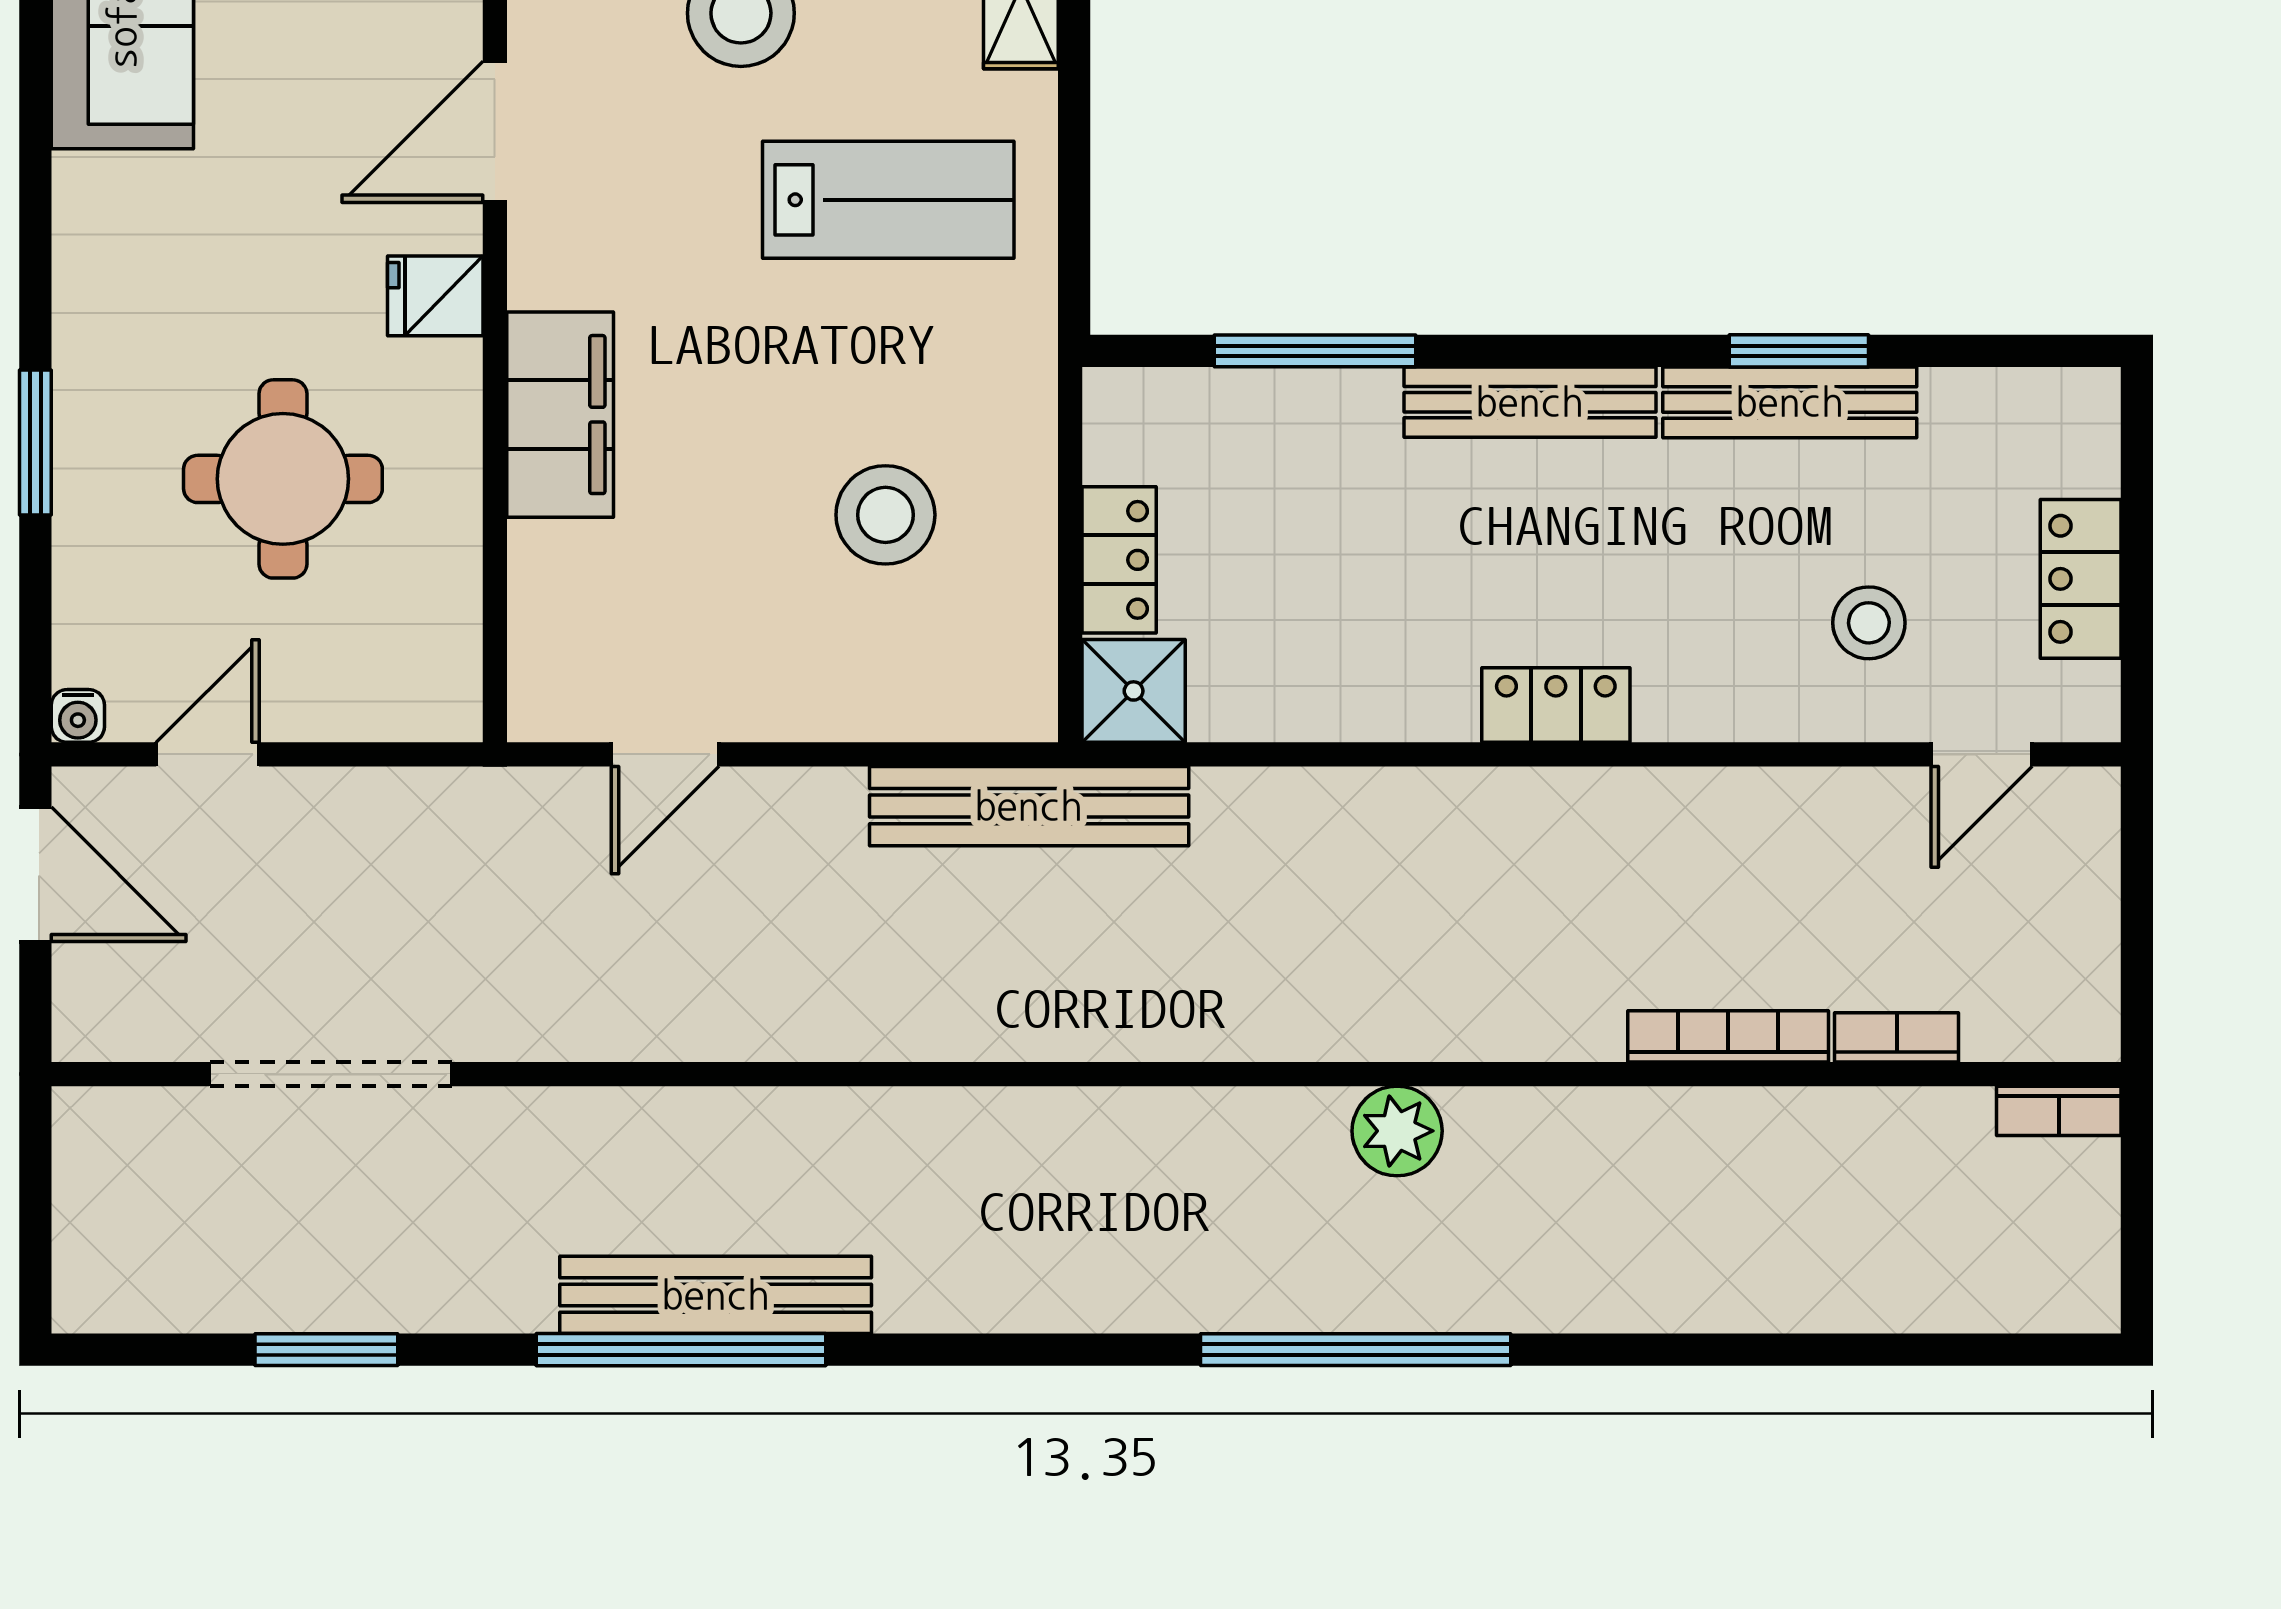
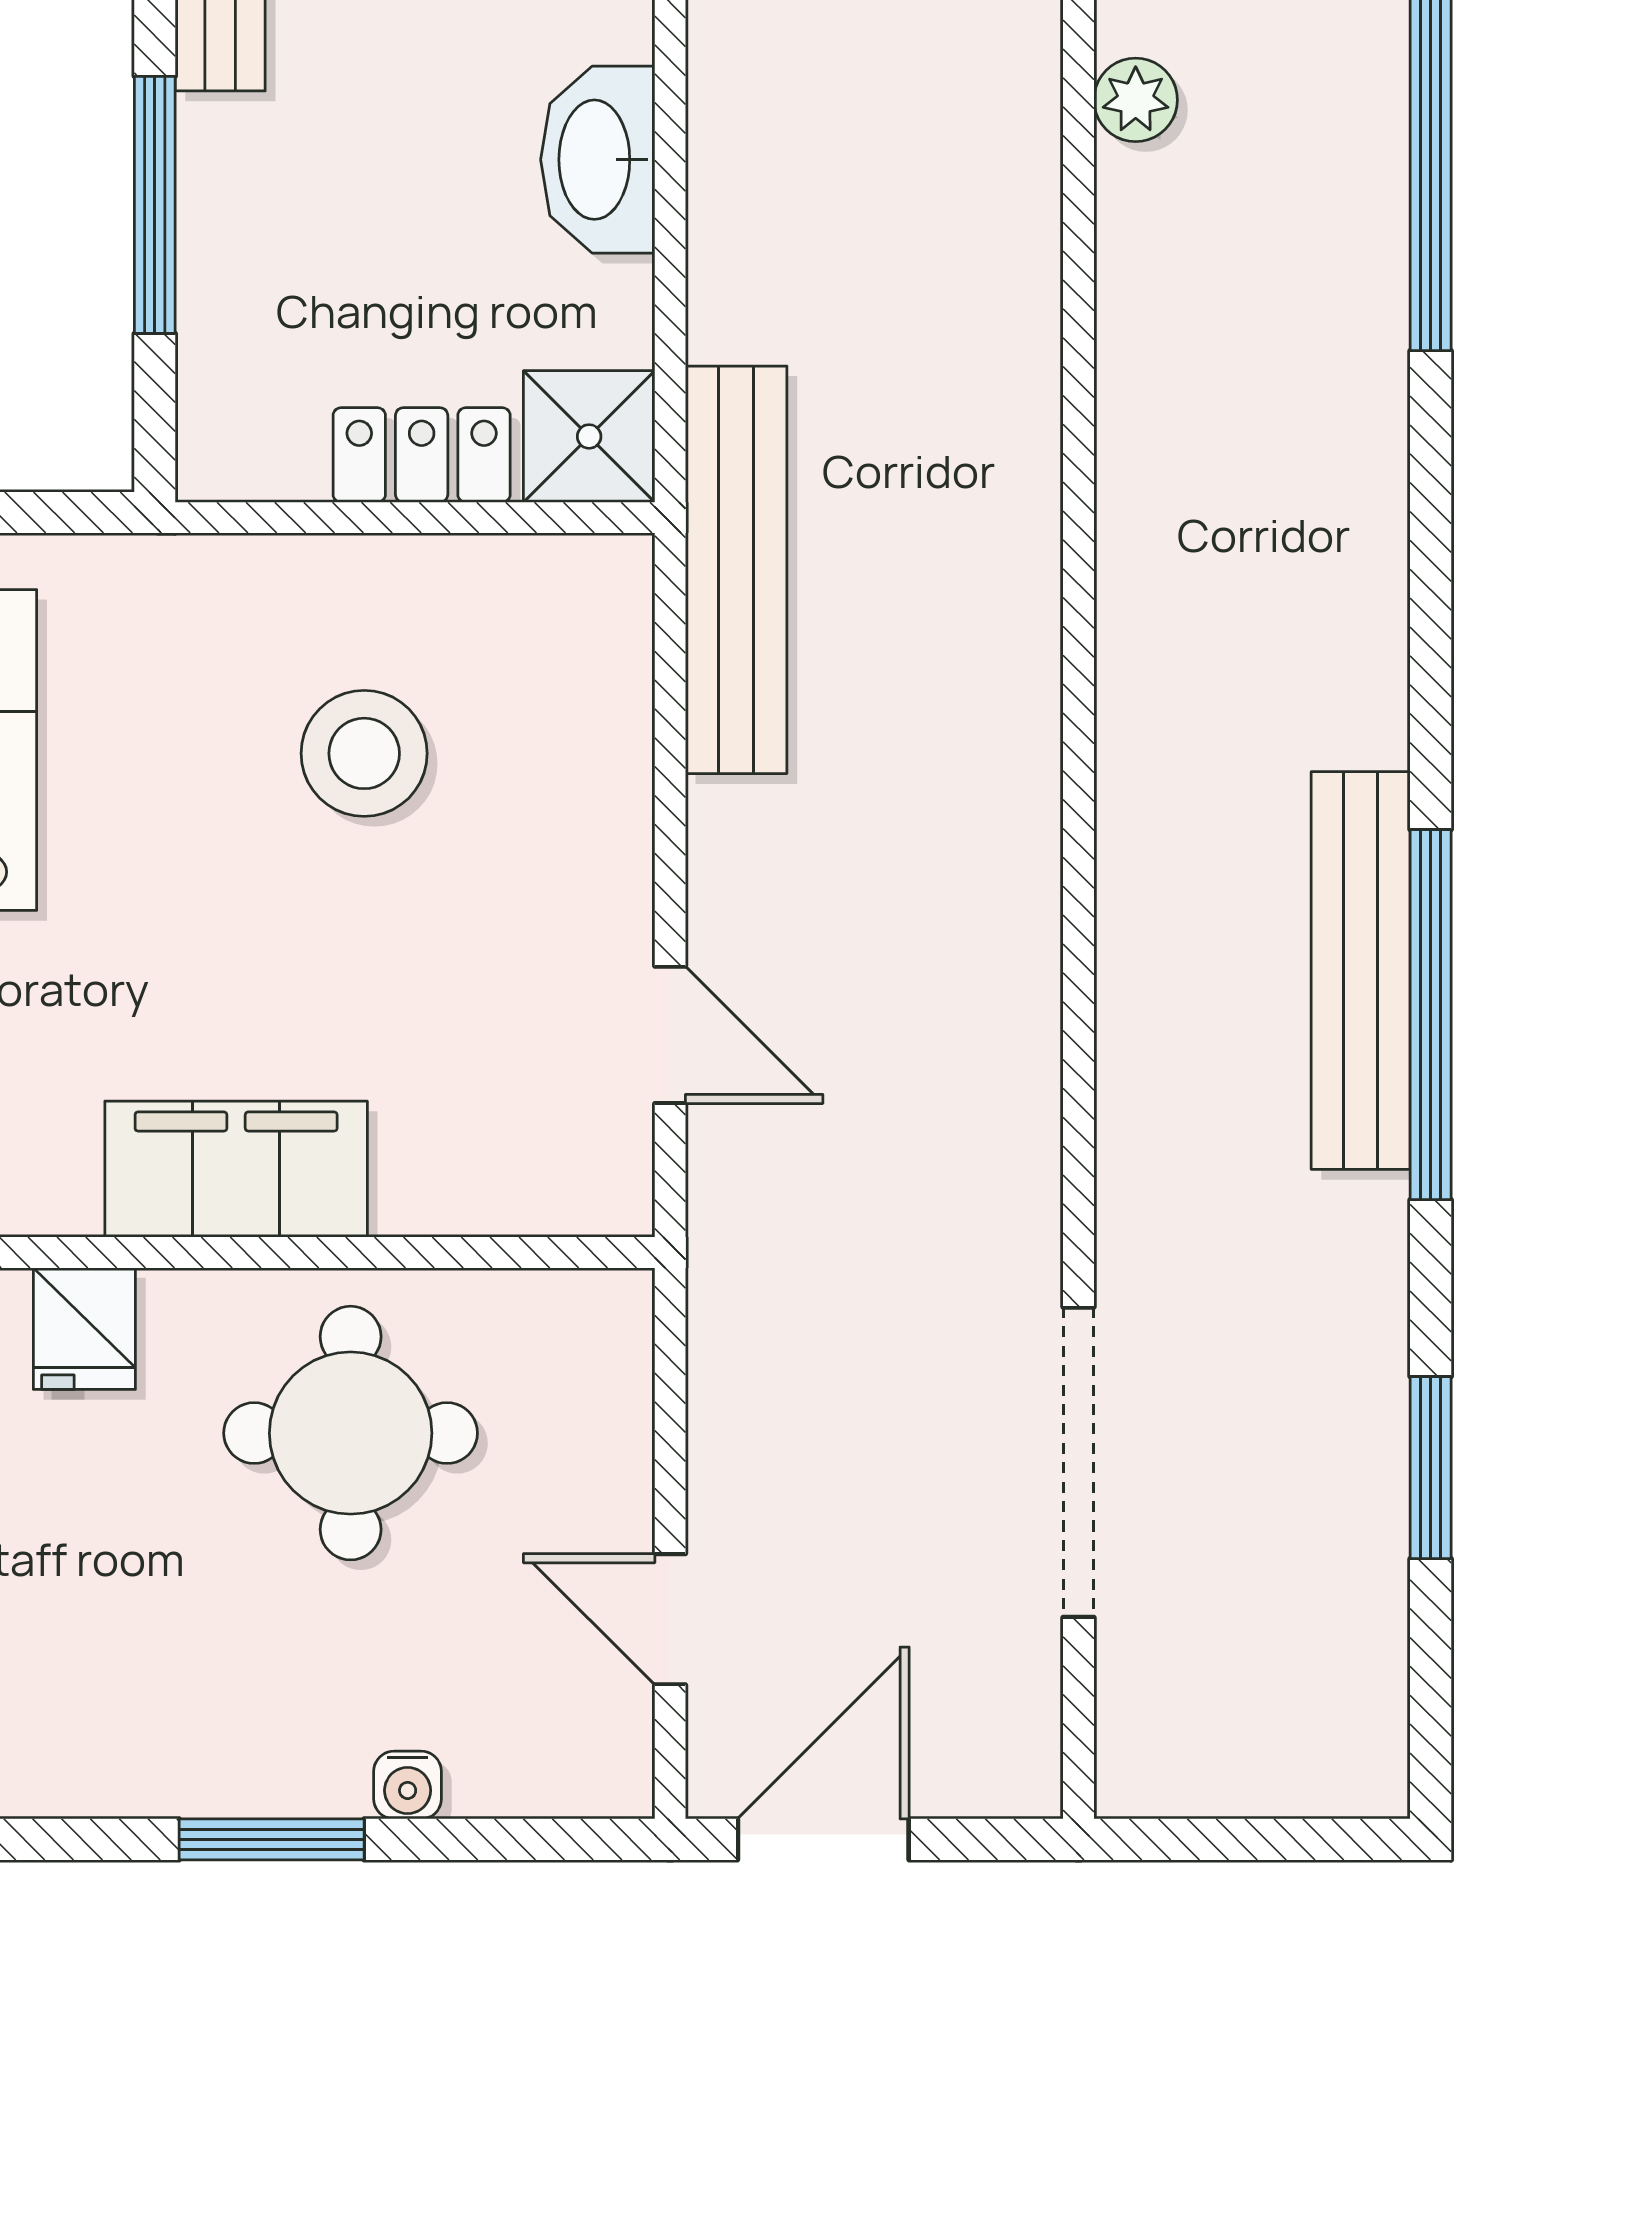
round table: (283, 479) -> (351, 1433), moved
washbasin: (1350, 698) -> (598, 160), added
water cooler: (78, 716) -> (408, 1785), moved, turned 90
plant: (1397, 1131) -> (1136, 100), width x0.73, depth x0.73

